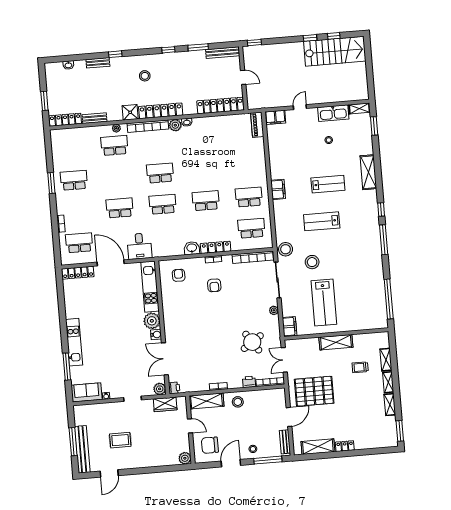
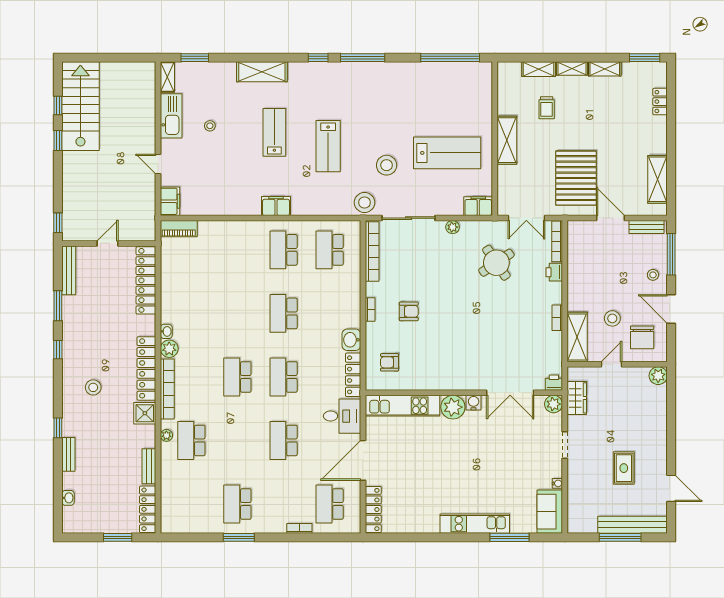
locker: (216, 247) -> (353, 375), moved
stool: (238, 402) -> (612, 318), moved
locker: (345, 446) -> (660, 102), moved

